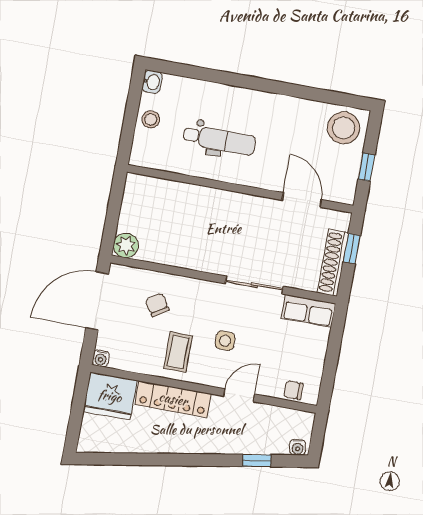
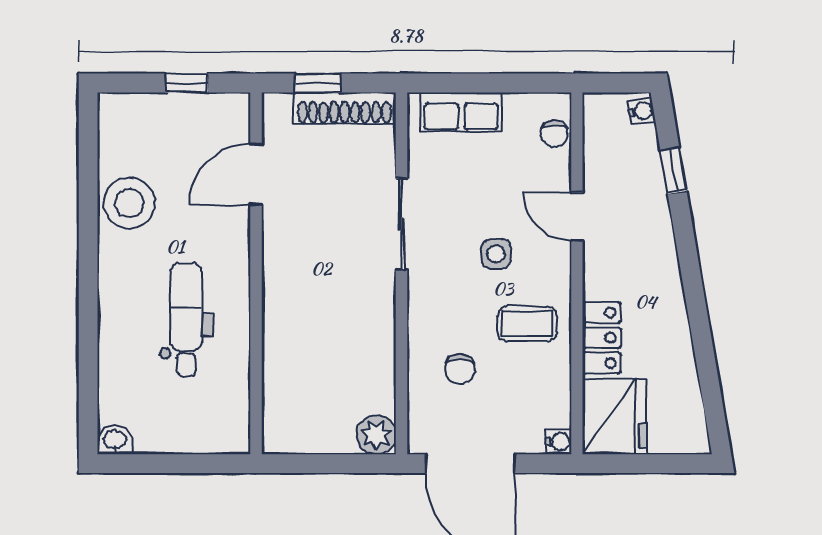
stool: (151, 119) -> (174, 431), removed
stool: (344, 128) -> (129, 203), moved
chair: (157, 305) -> (460, 369), turned -57
row of seats: (308, 311) -> (461, 112), moved, turned 90
locker: (173, 399) -> (602, 338), width x0.66

